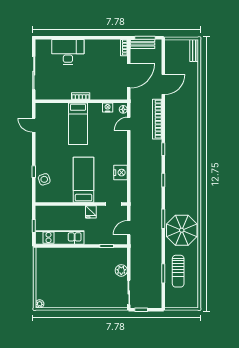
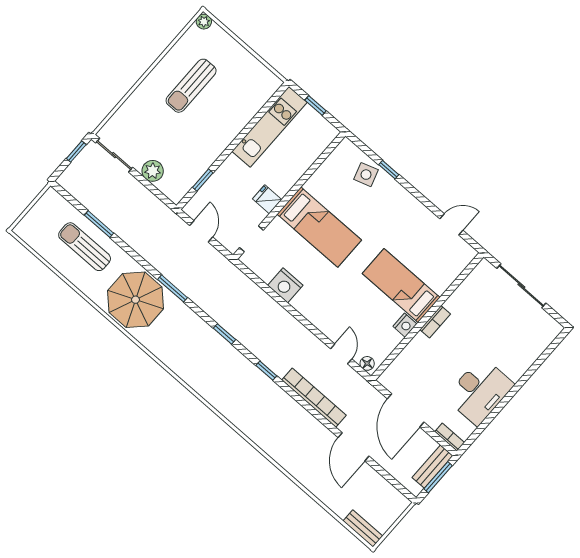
desk: (68, 52) -> (480, 391), moved
nightstand: (108, 108) -> (405, 325), moved
sun lounger: (71, 286) -> (191, 86), added

